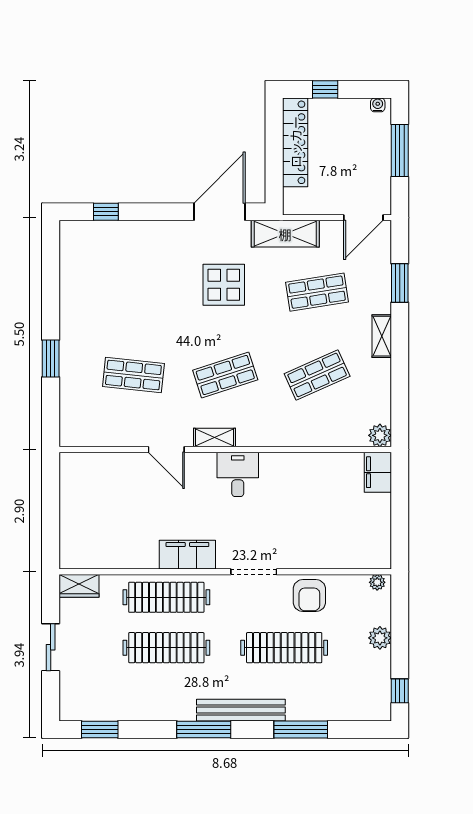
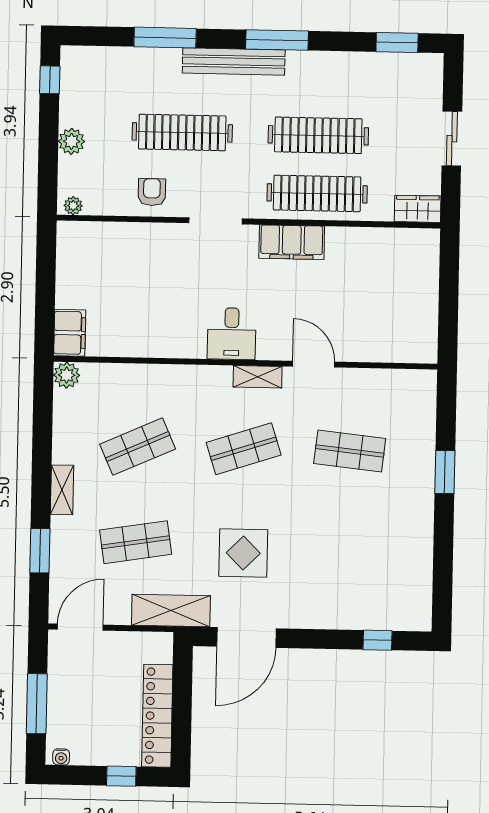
armchair: (309, 596) -> (152, 192), width x0.72, depth x0.72

